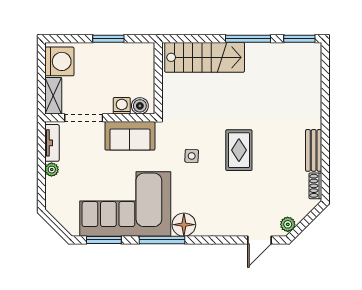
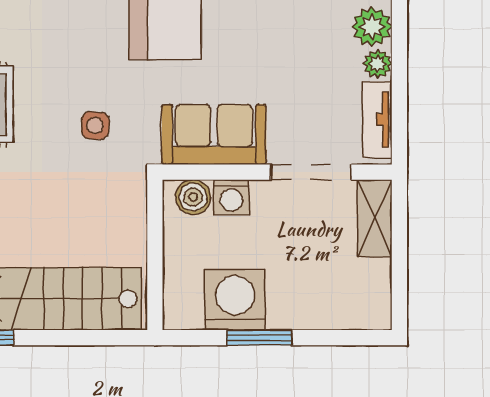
washing machine: (59, 61) -> (235, 300), moved, turned 90
side table: (192, 156) -> (95, 125), moved
plant: (54, 187) -> (372, 27), added

